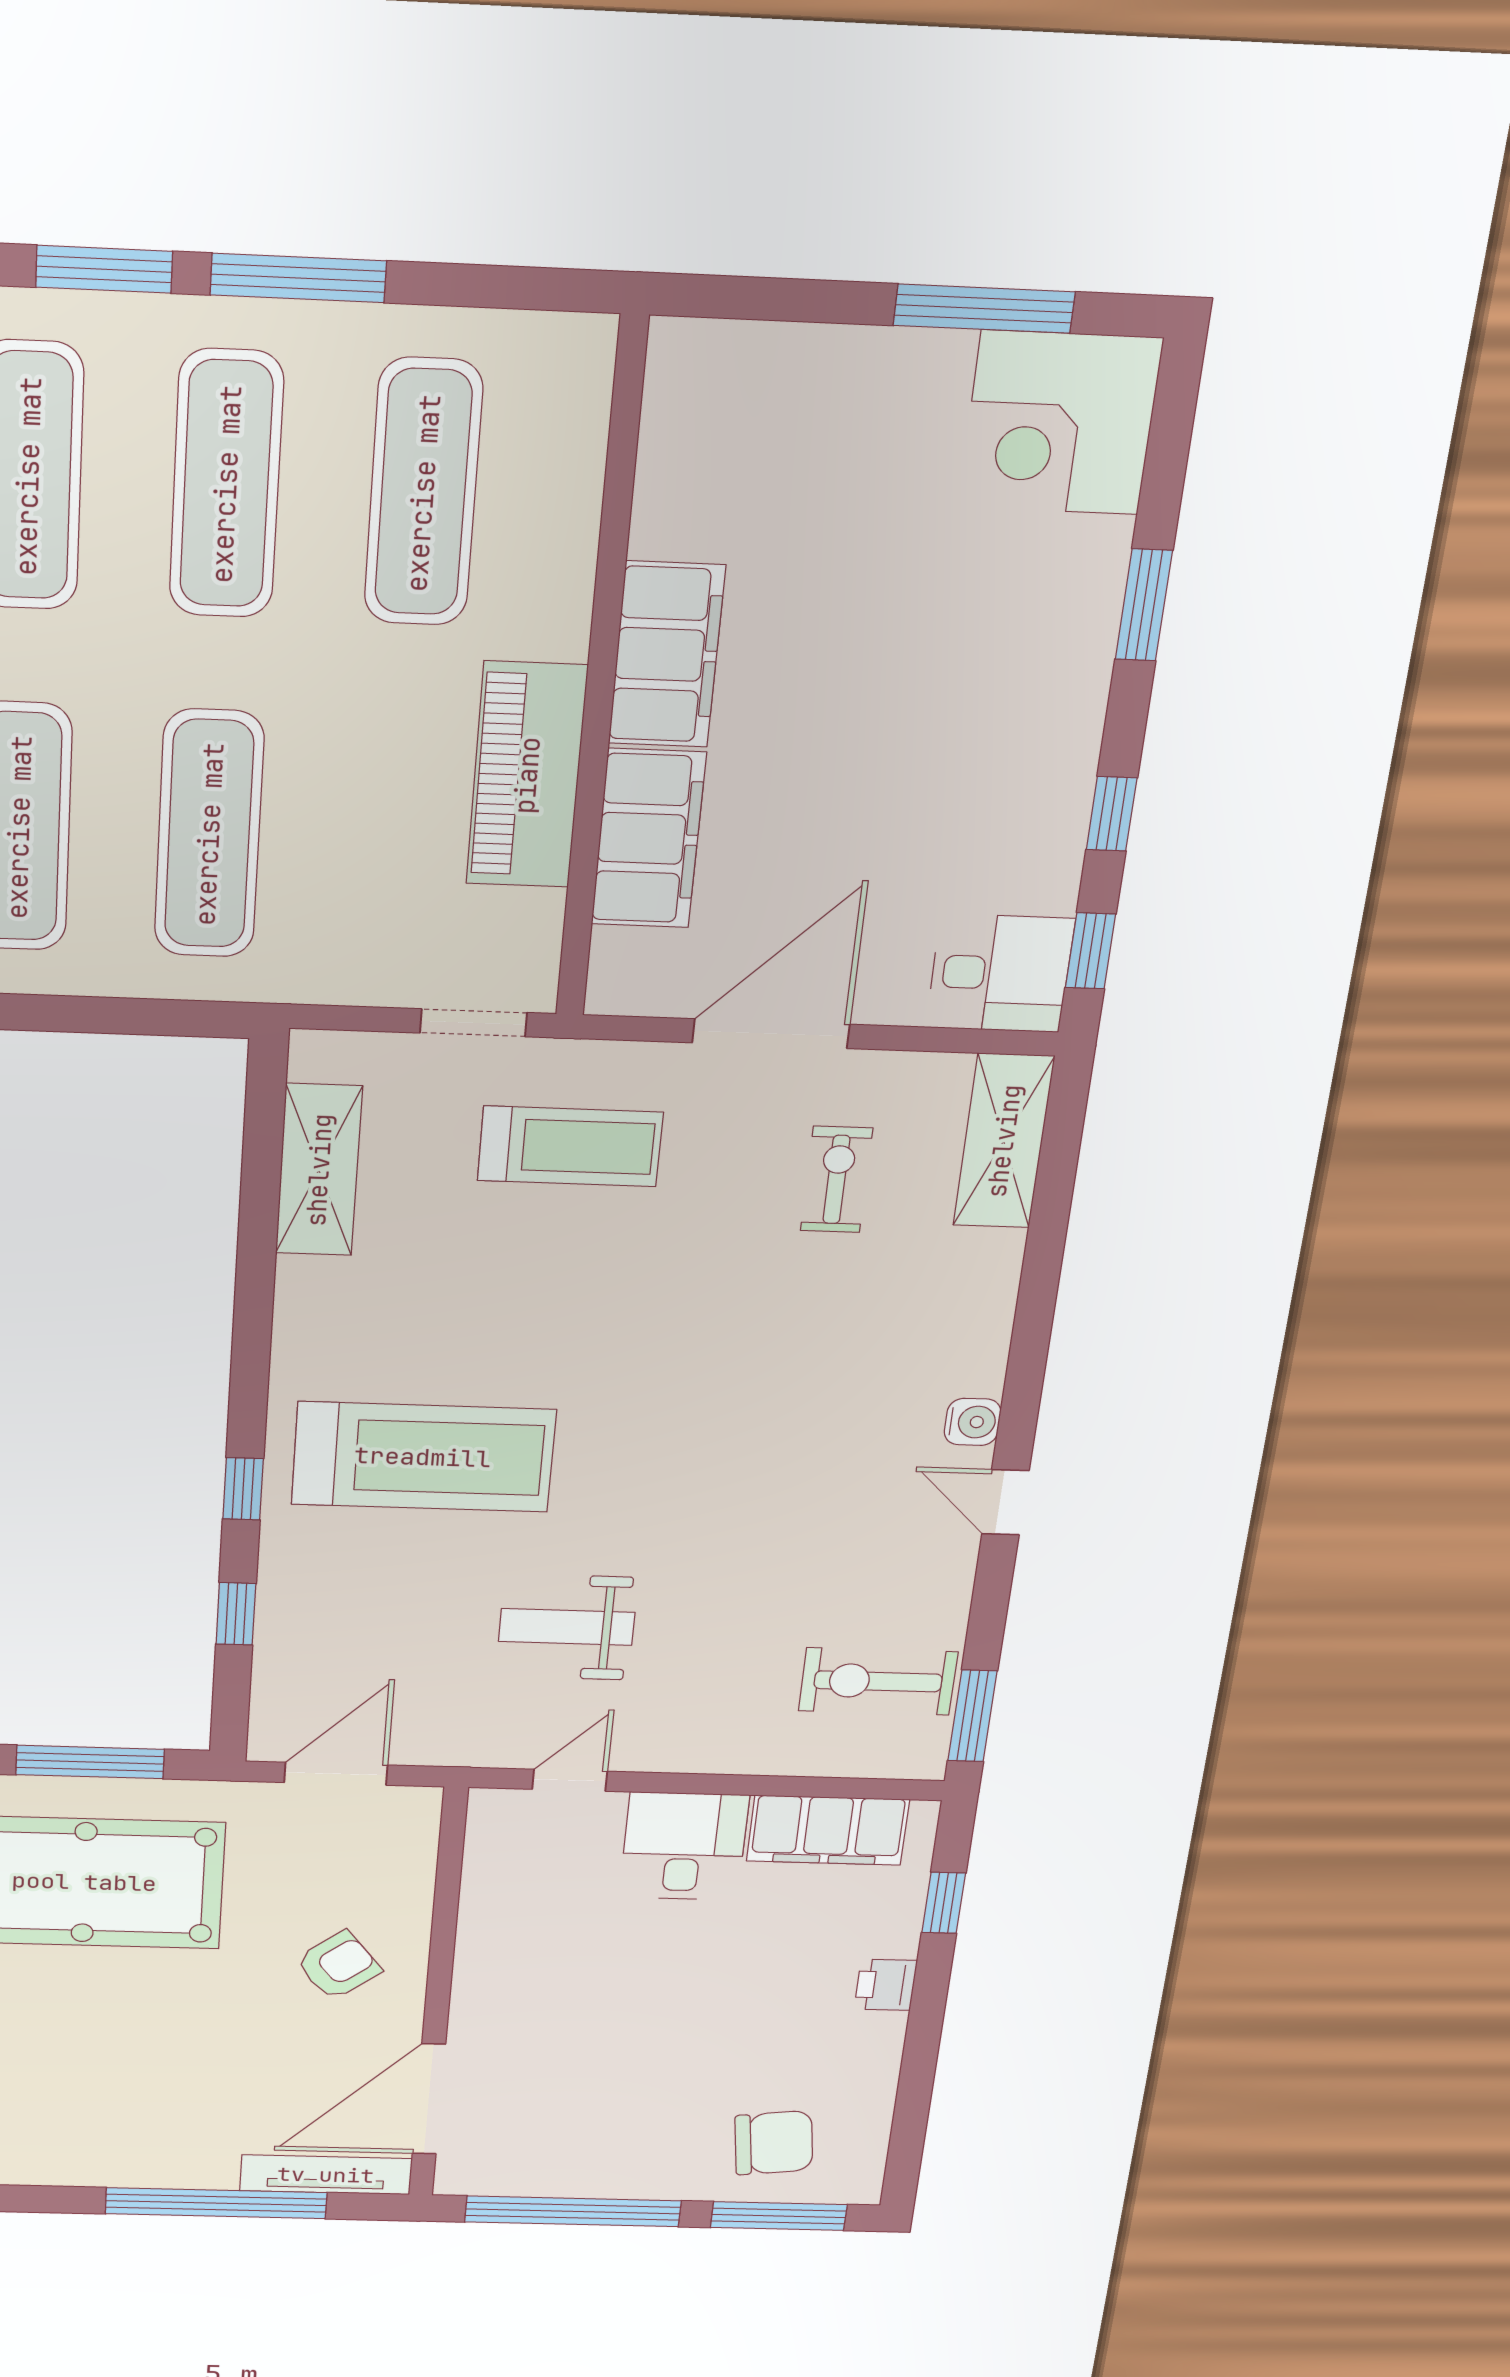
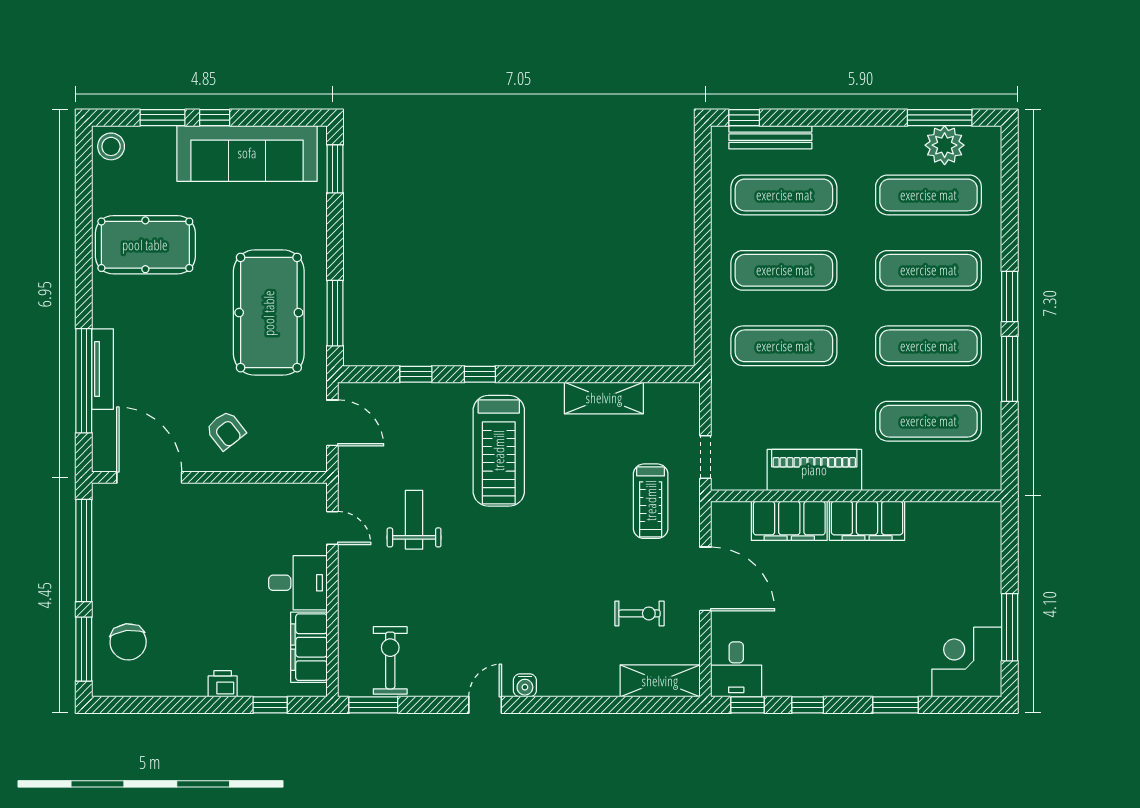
shelving: (319, 1170) -> (604, 398), moved
tv unit: (326, 2175) -> (103, 369), moved

